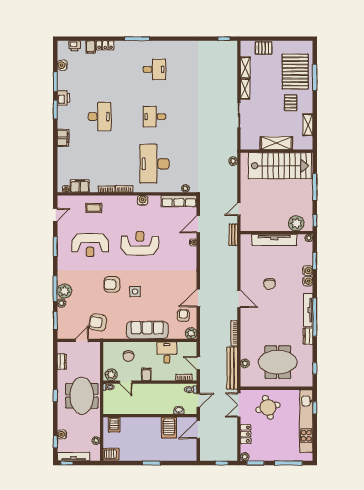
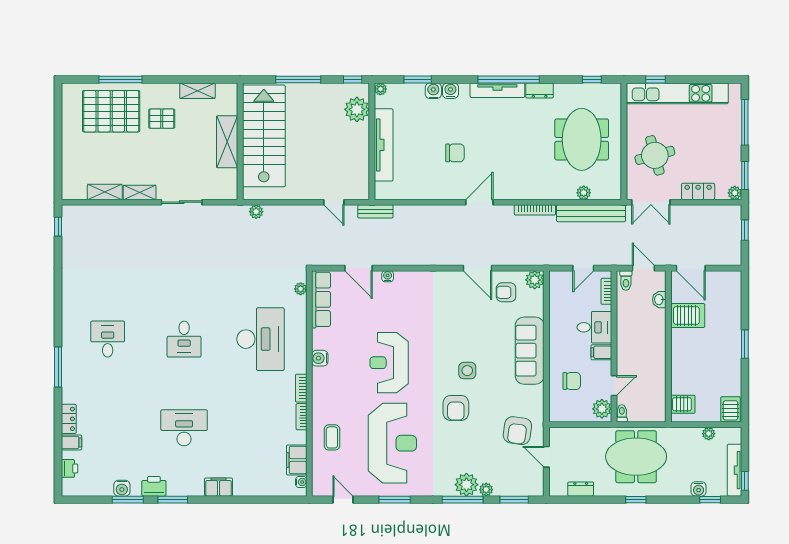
pallet: (264, 48) -> (73, 162), removed
water cooler: (62, 65) -> (122, 488), moved
desk: (154, 164) -> (260, 339), turned -90
reception desk: (90, 245) -> (392, 443), width x1.36, depth x1.30
desk: (167, 353) -> (594, 327), moved, turned 180

